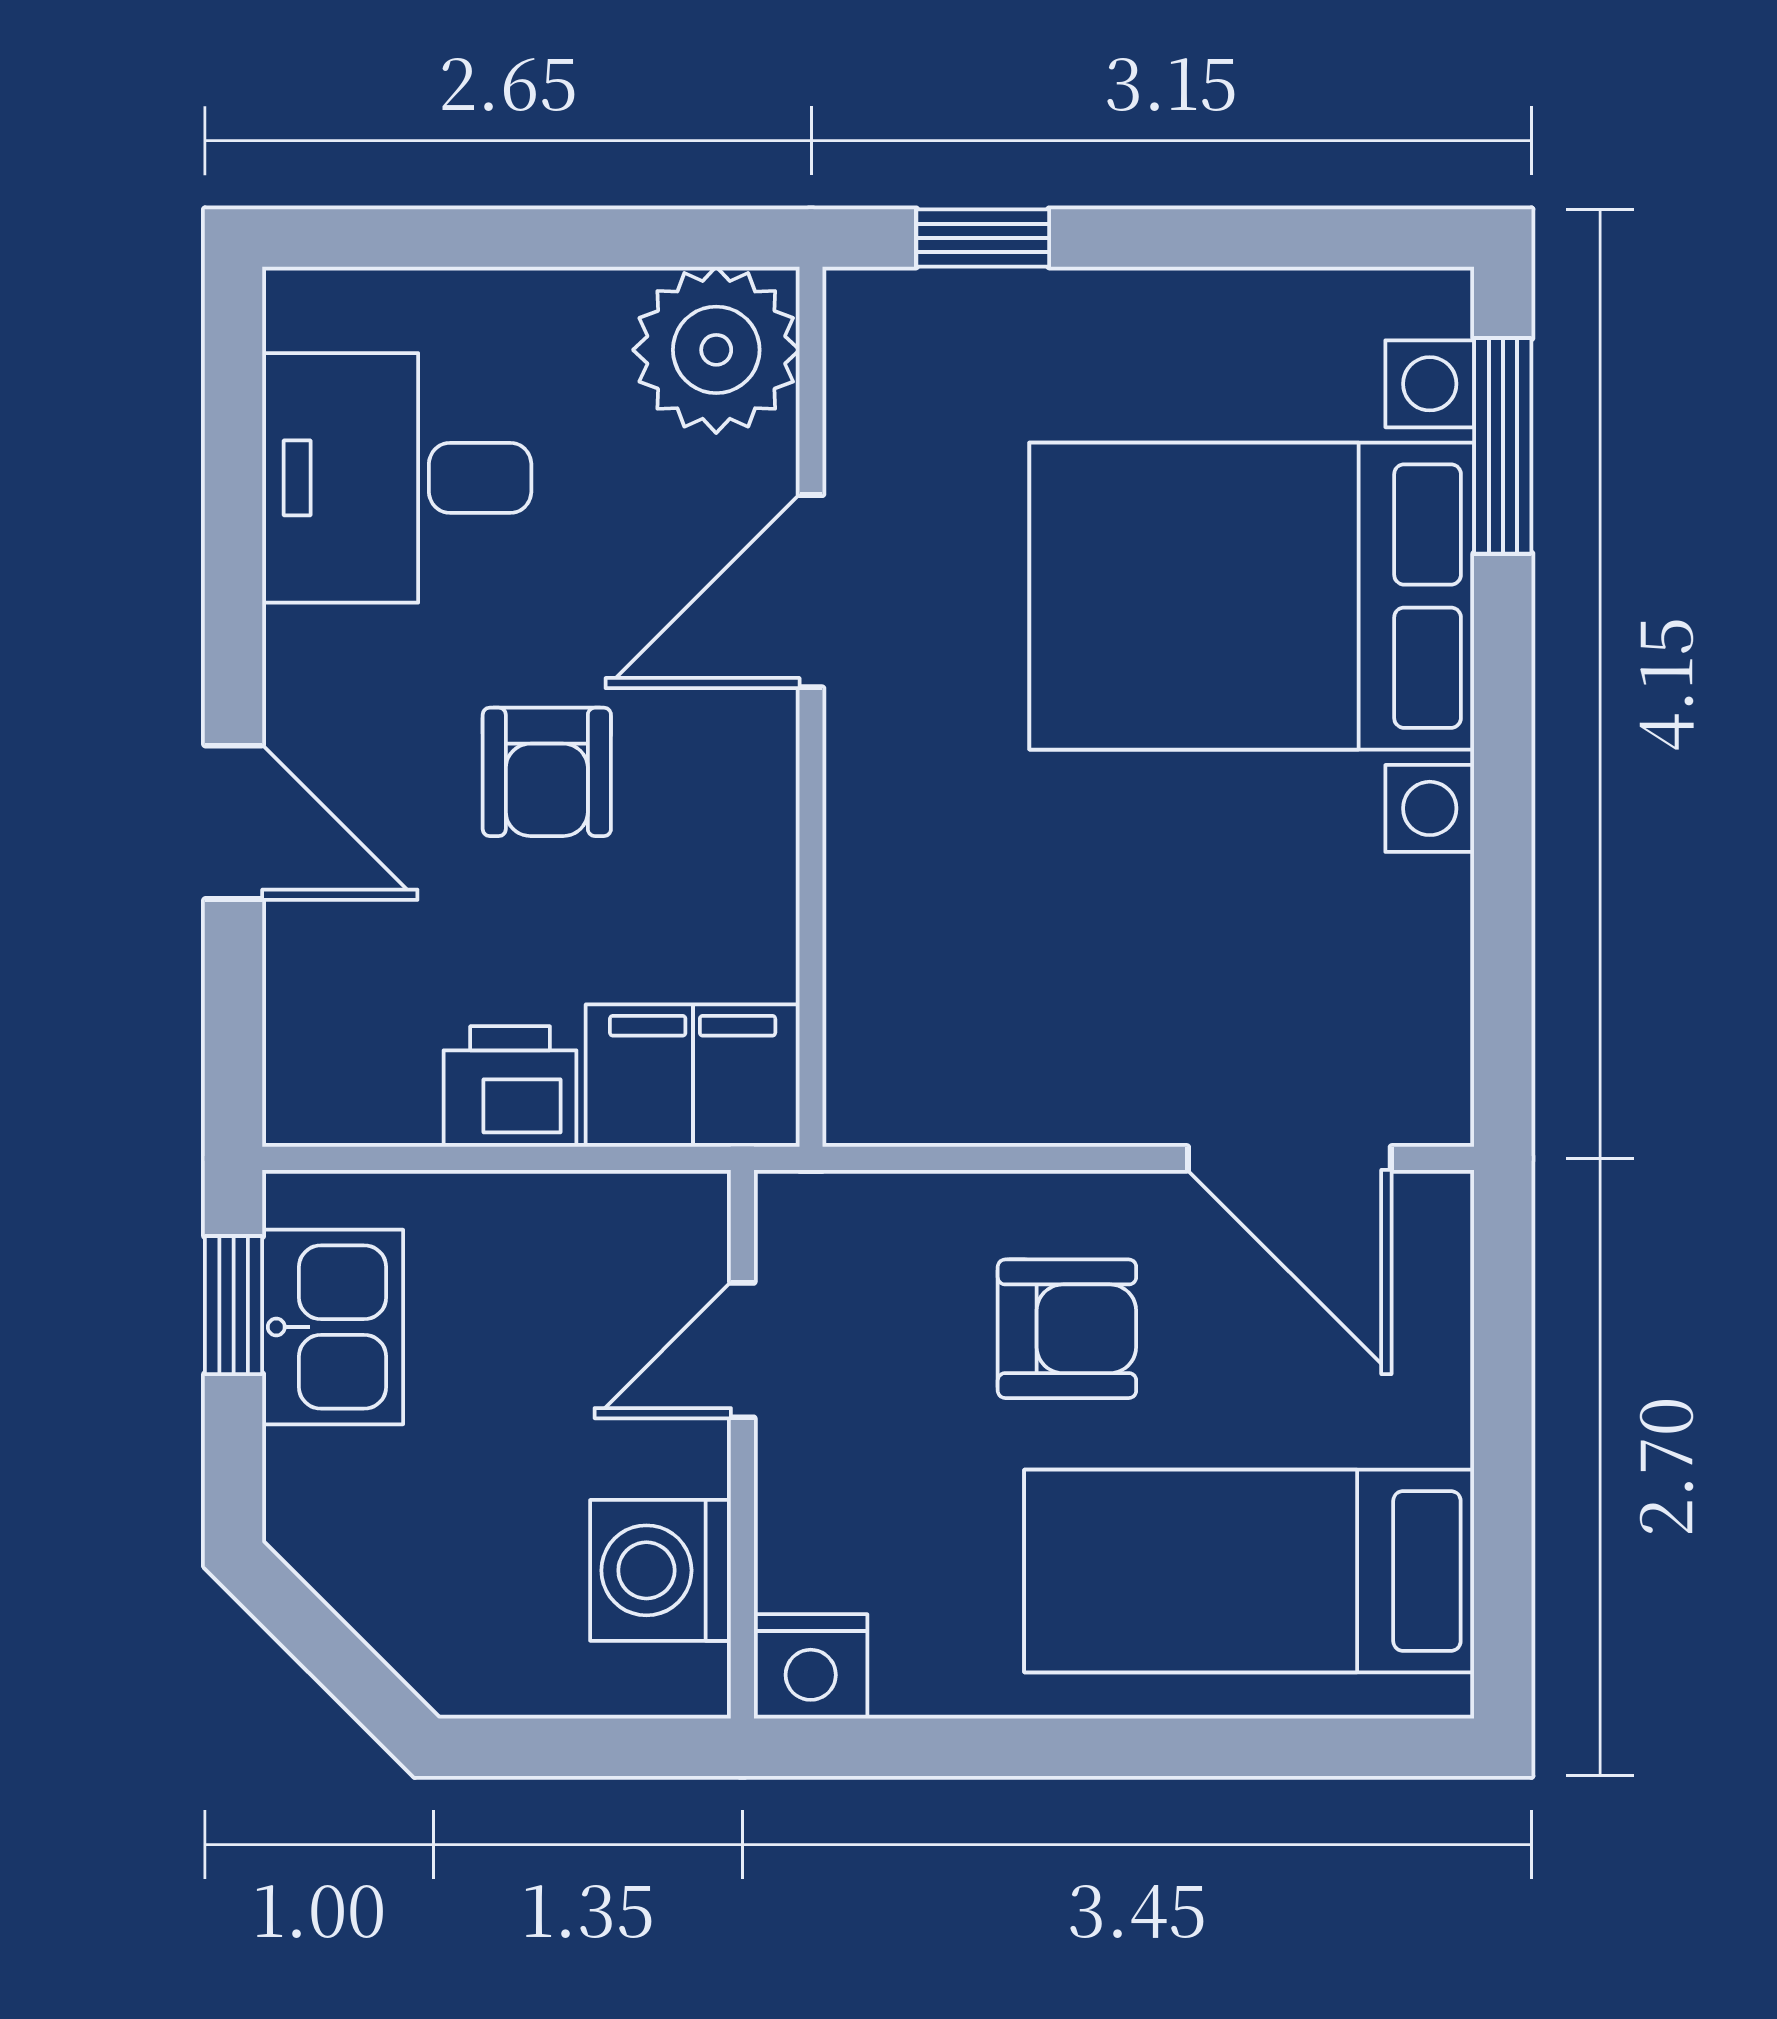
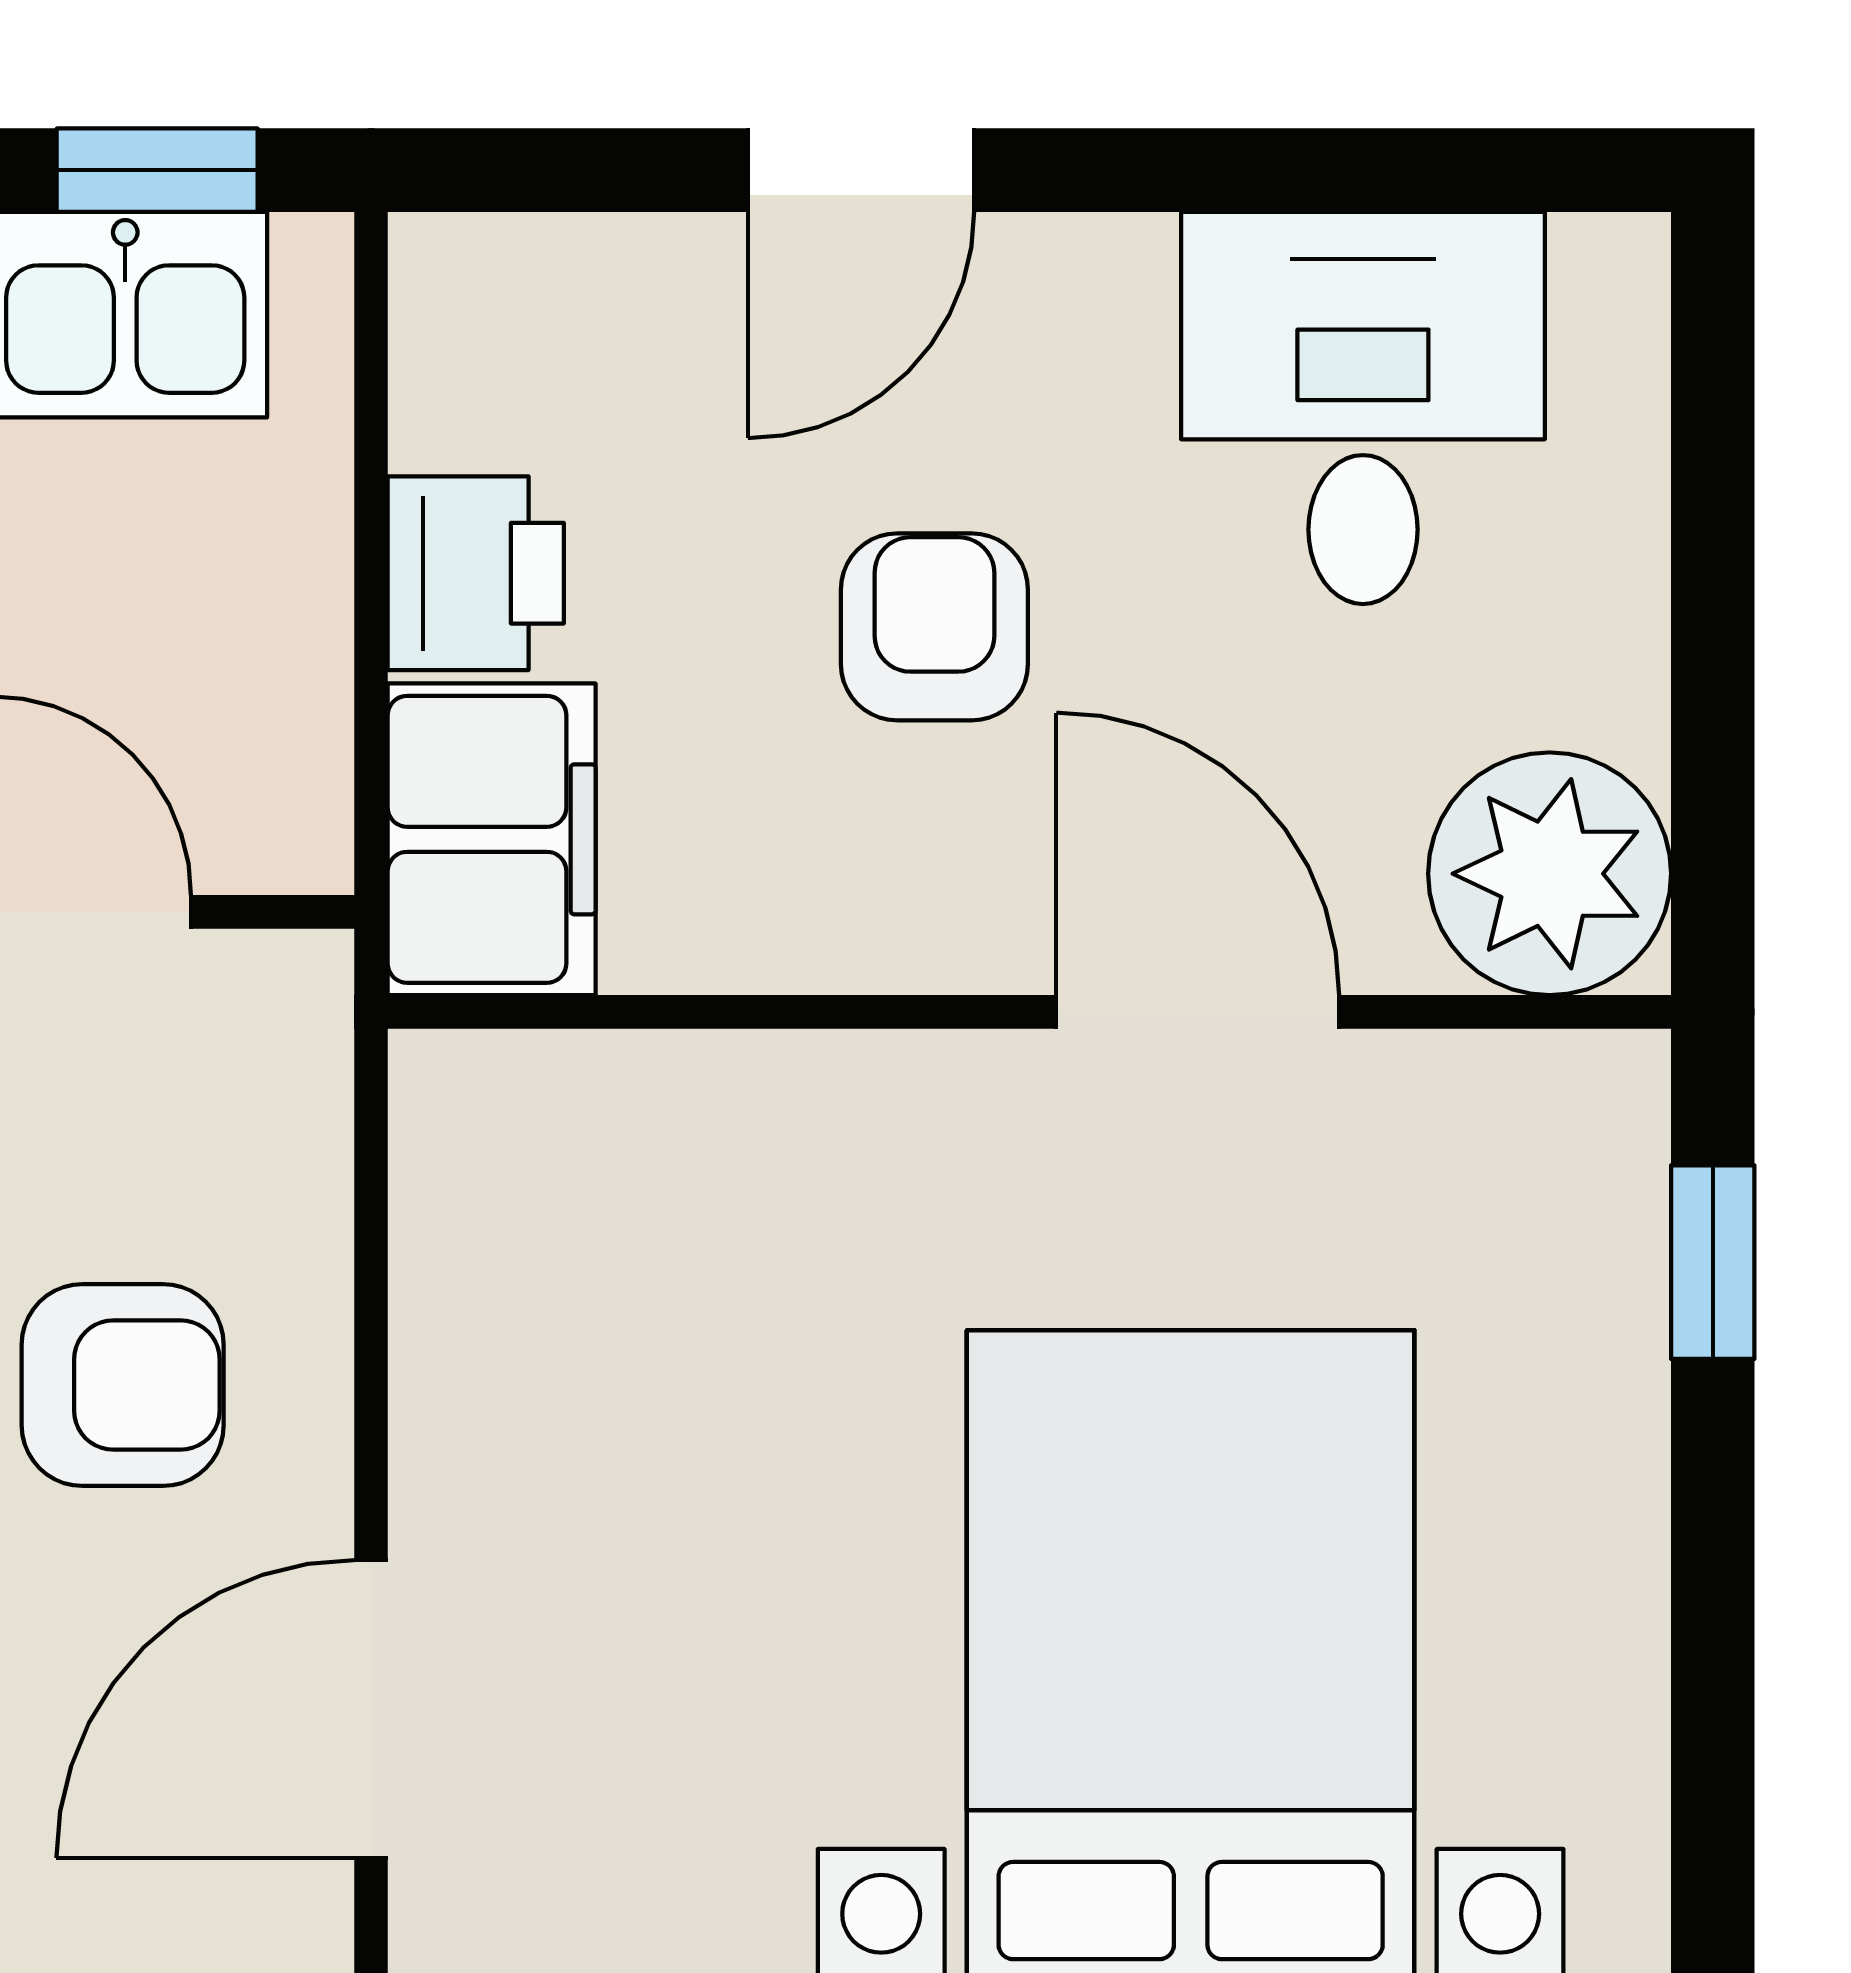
armchair: (547, 772) -> (934, 627), turned 90
armchair: (1067, 1329) -> (123, 1385), turned -90

